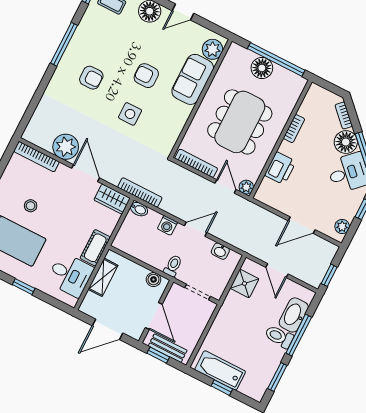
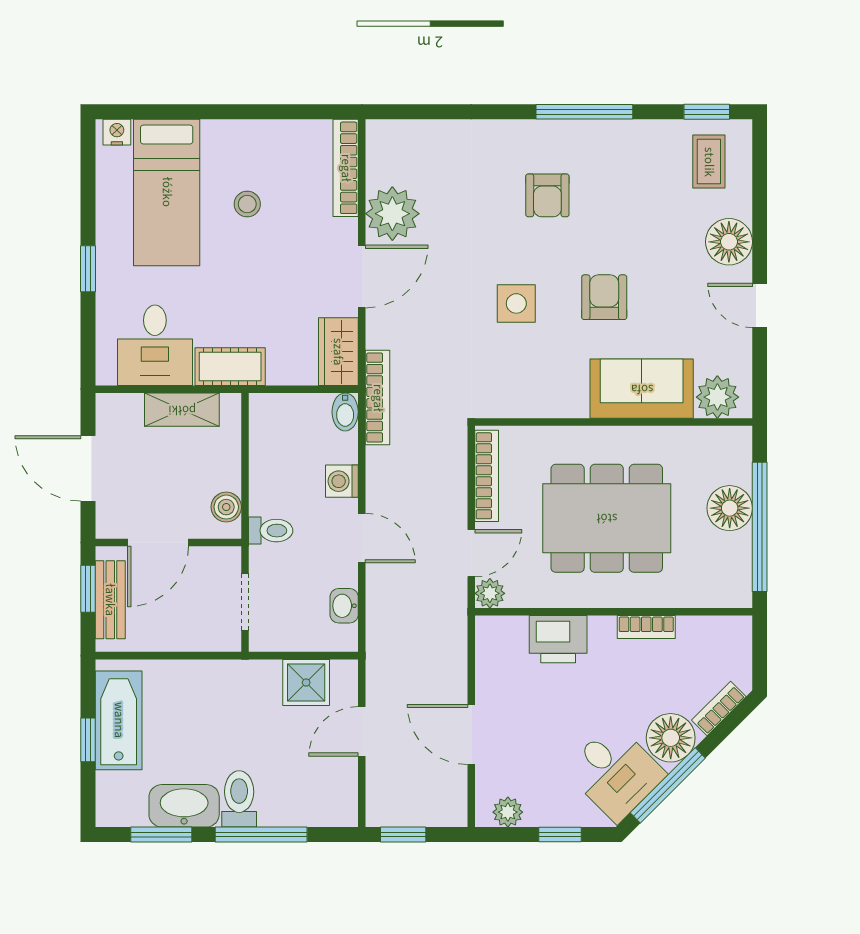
washbasin: (294, 315) -> (184, 806), moved

